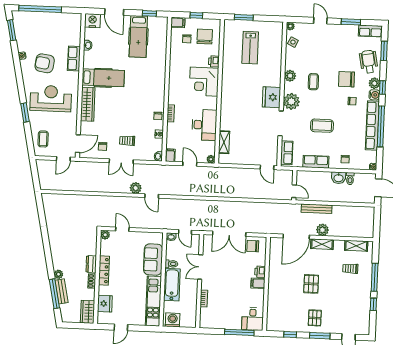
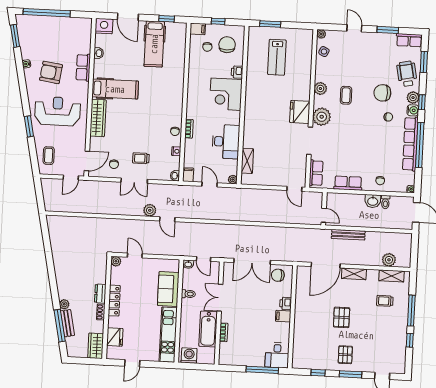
coffee table: (322, 126) -> (355, 144), removed
plant: (322, 230) -> (389, 260), moved
bathtub: (172, 285) -> (208, 329), moved, turned 180

